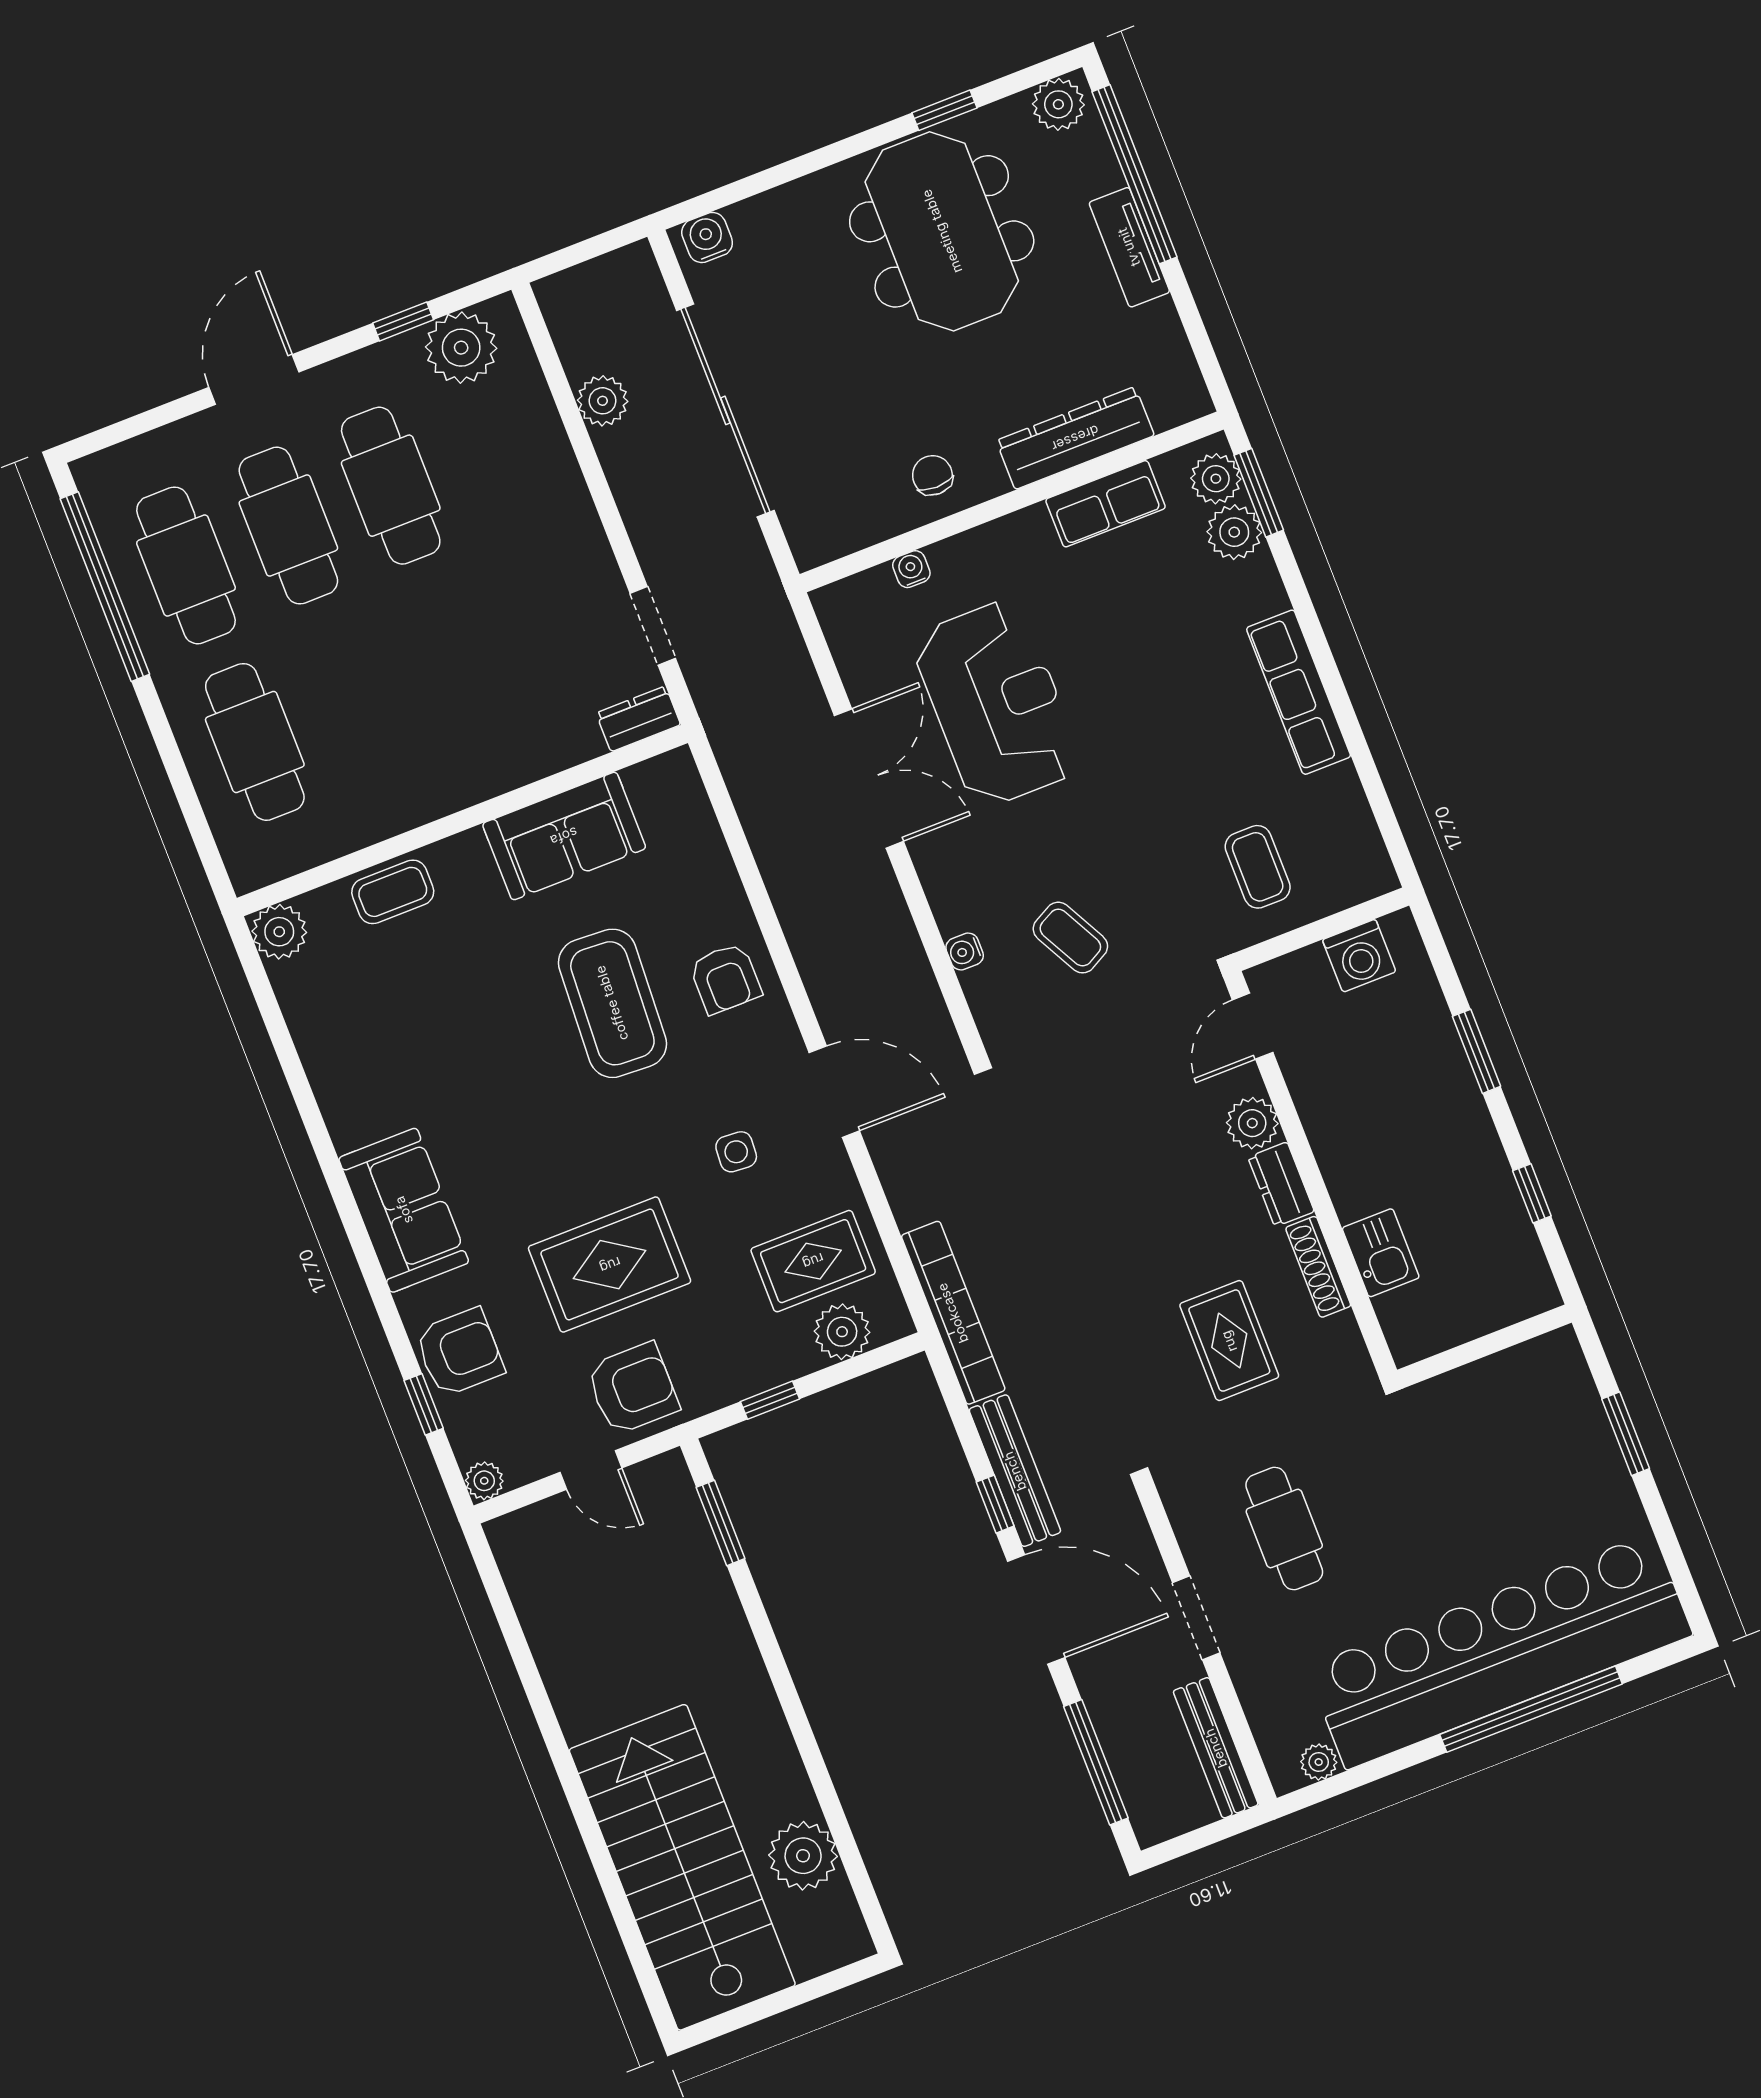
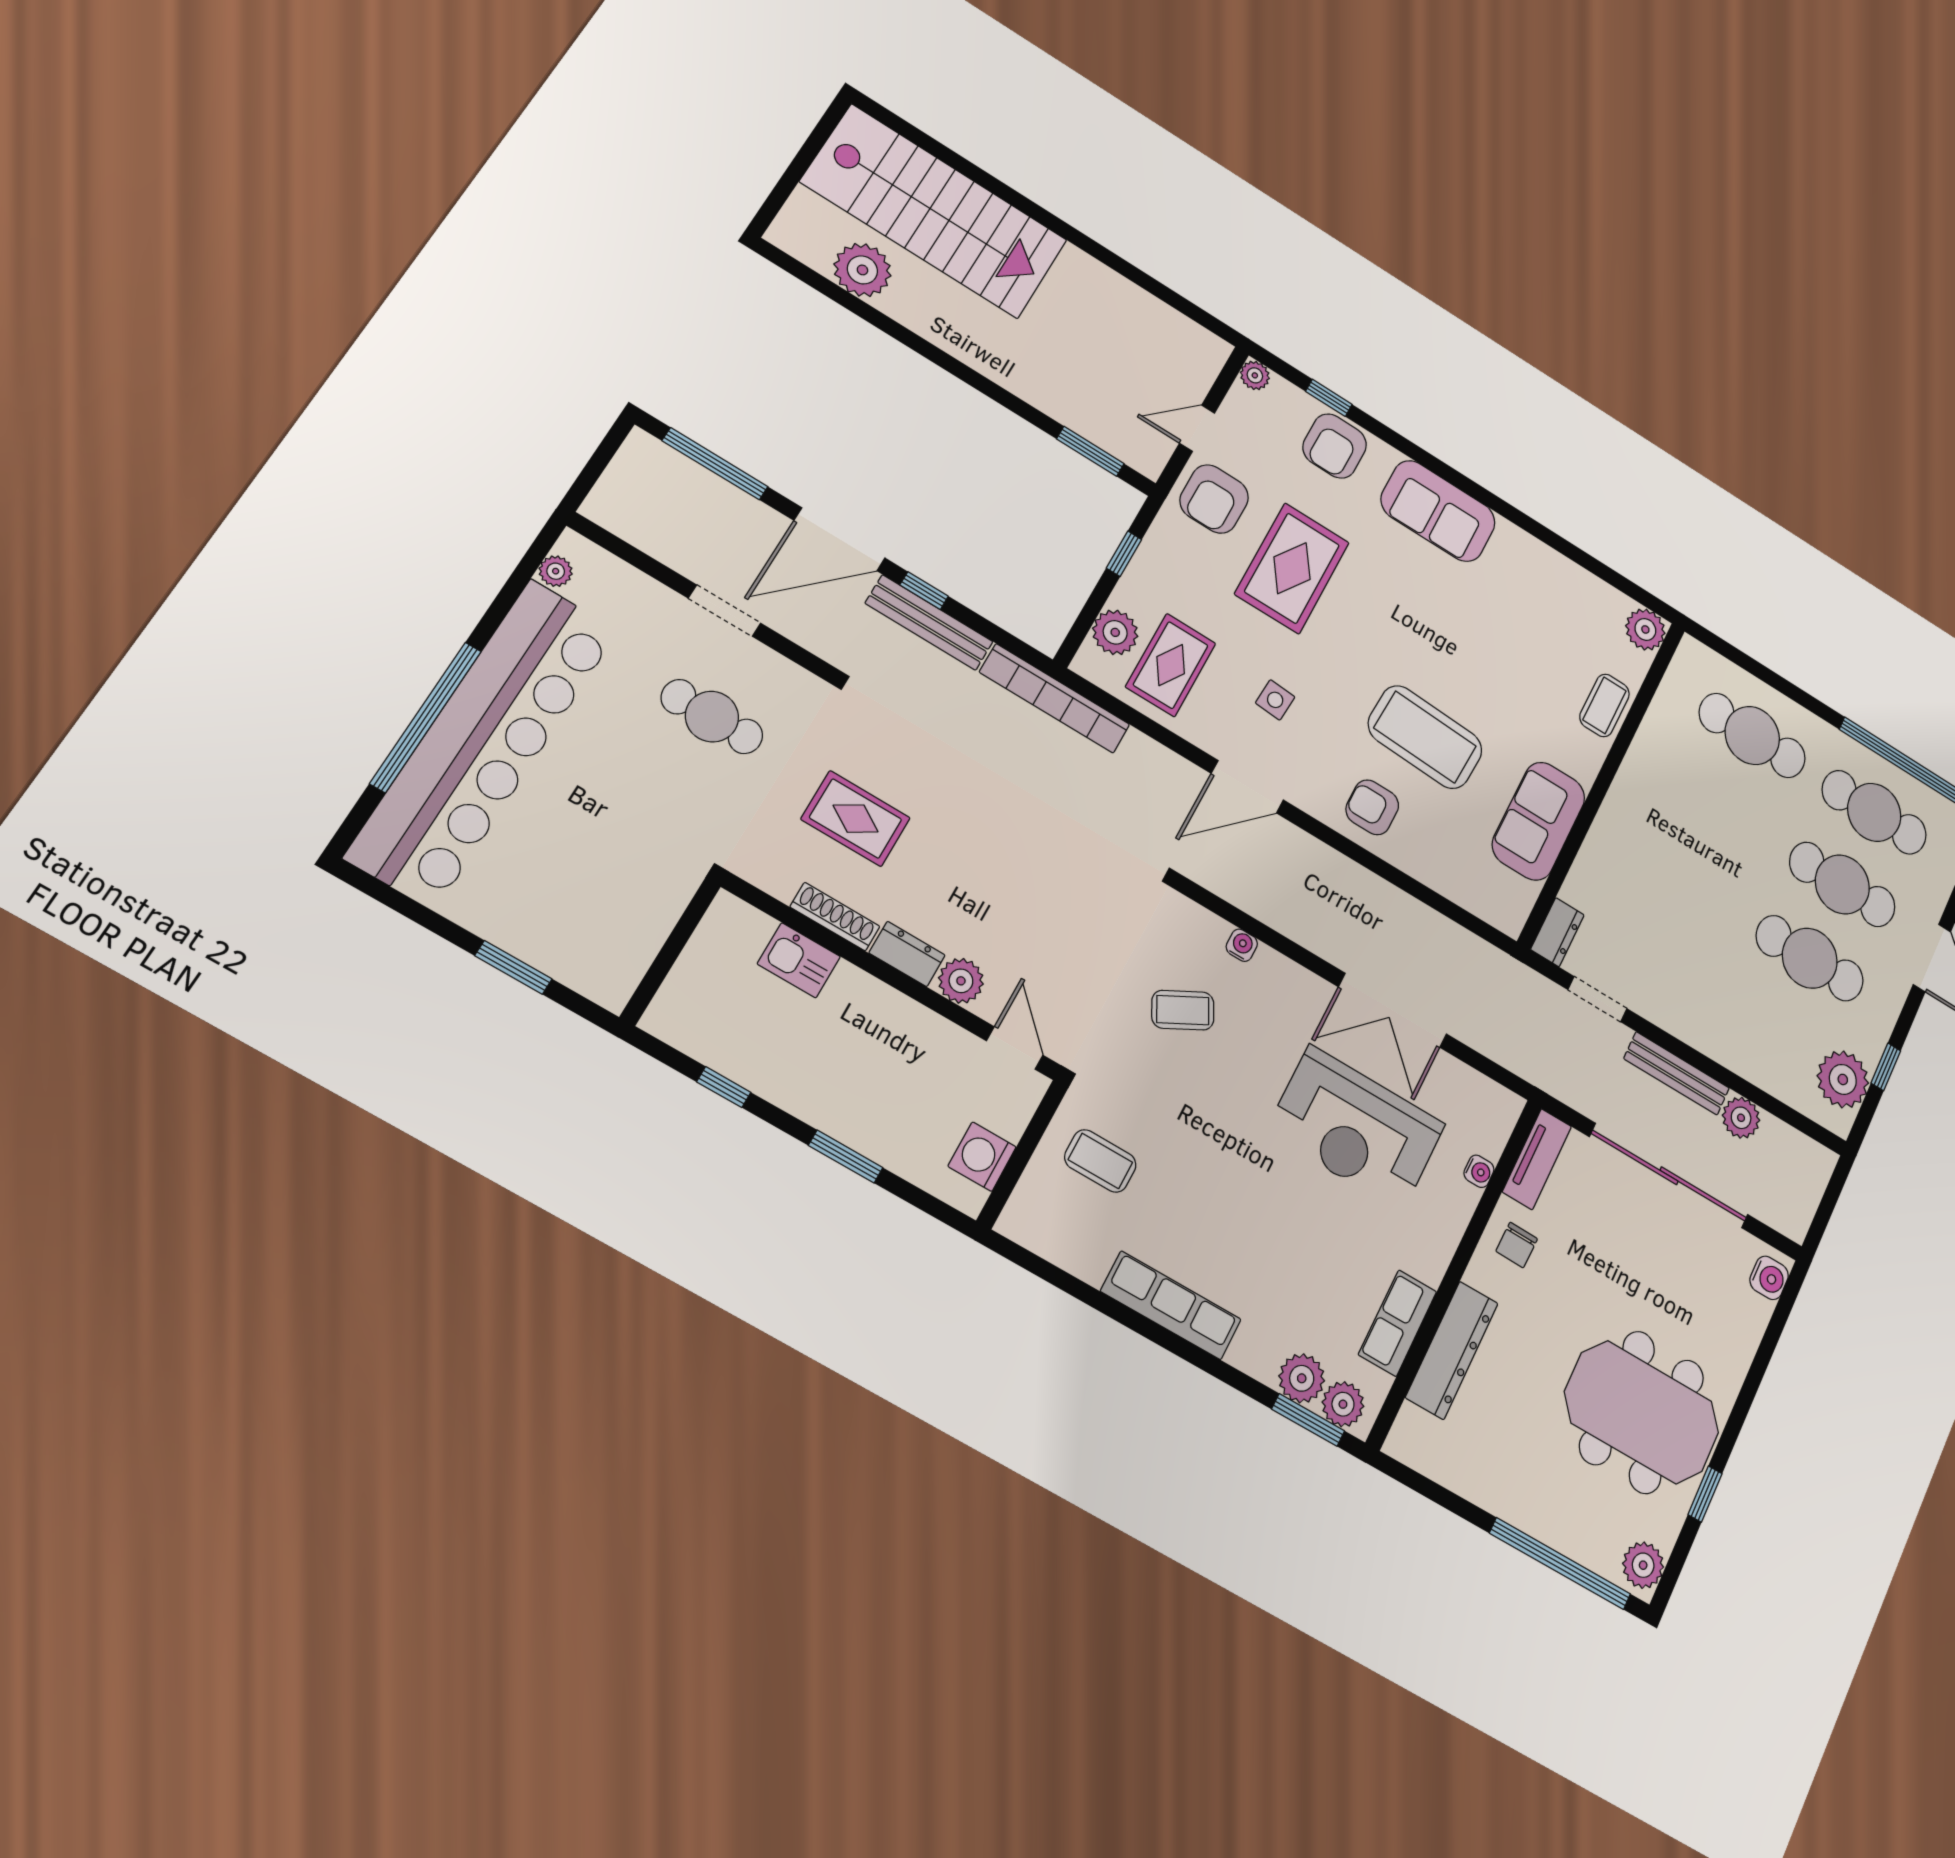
tv unit: (1129, 247) -> (1537, 1159), moved, turned 90
chair: (932, 475) -> (1517, 1245), turned 91
bench: (1216, 1748) -> (1677, 1073), moved

